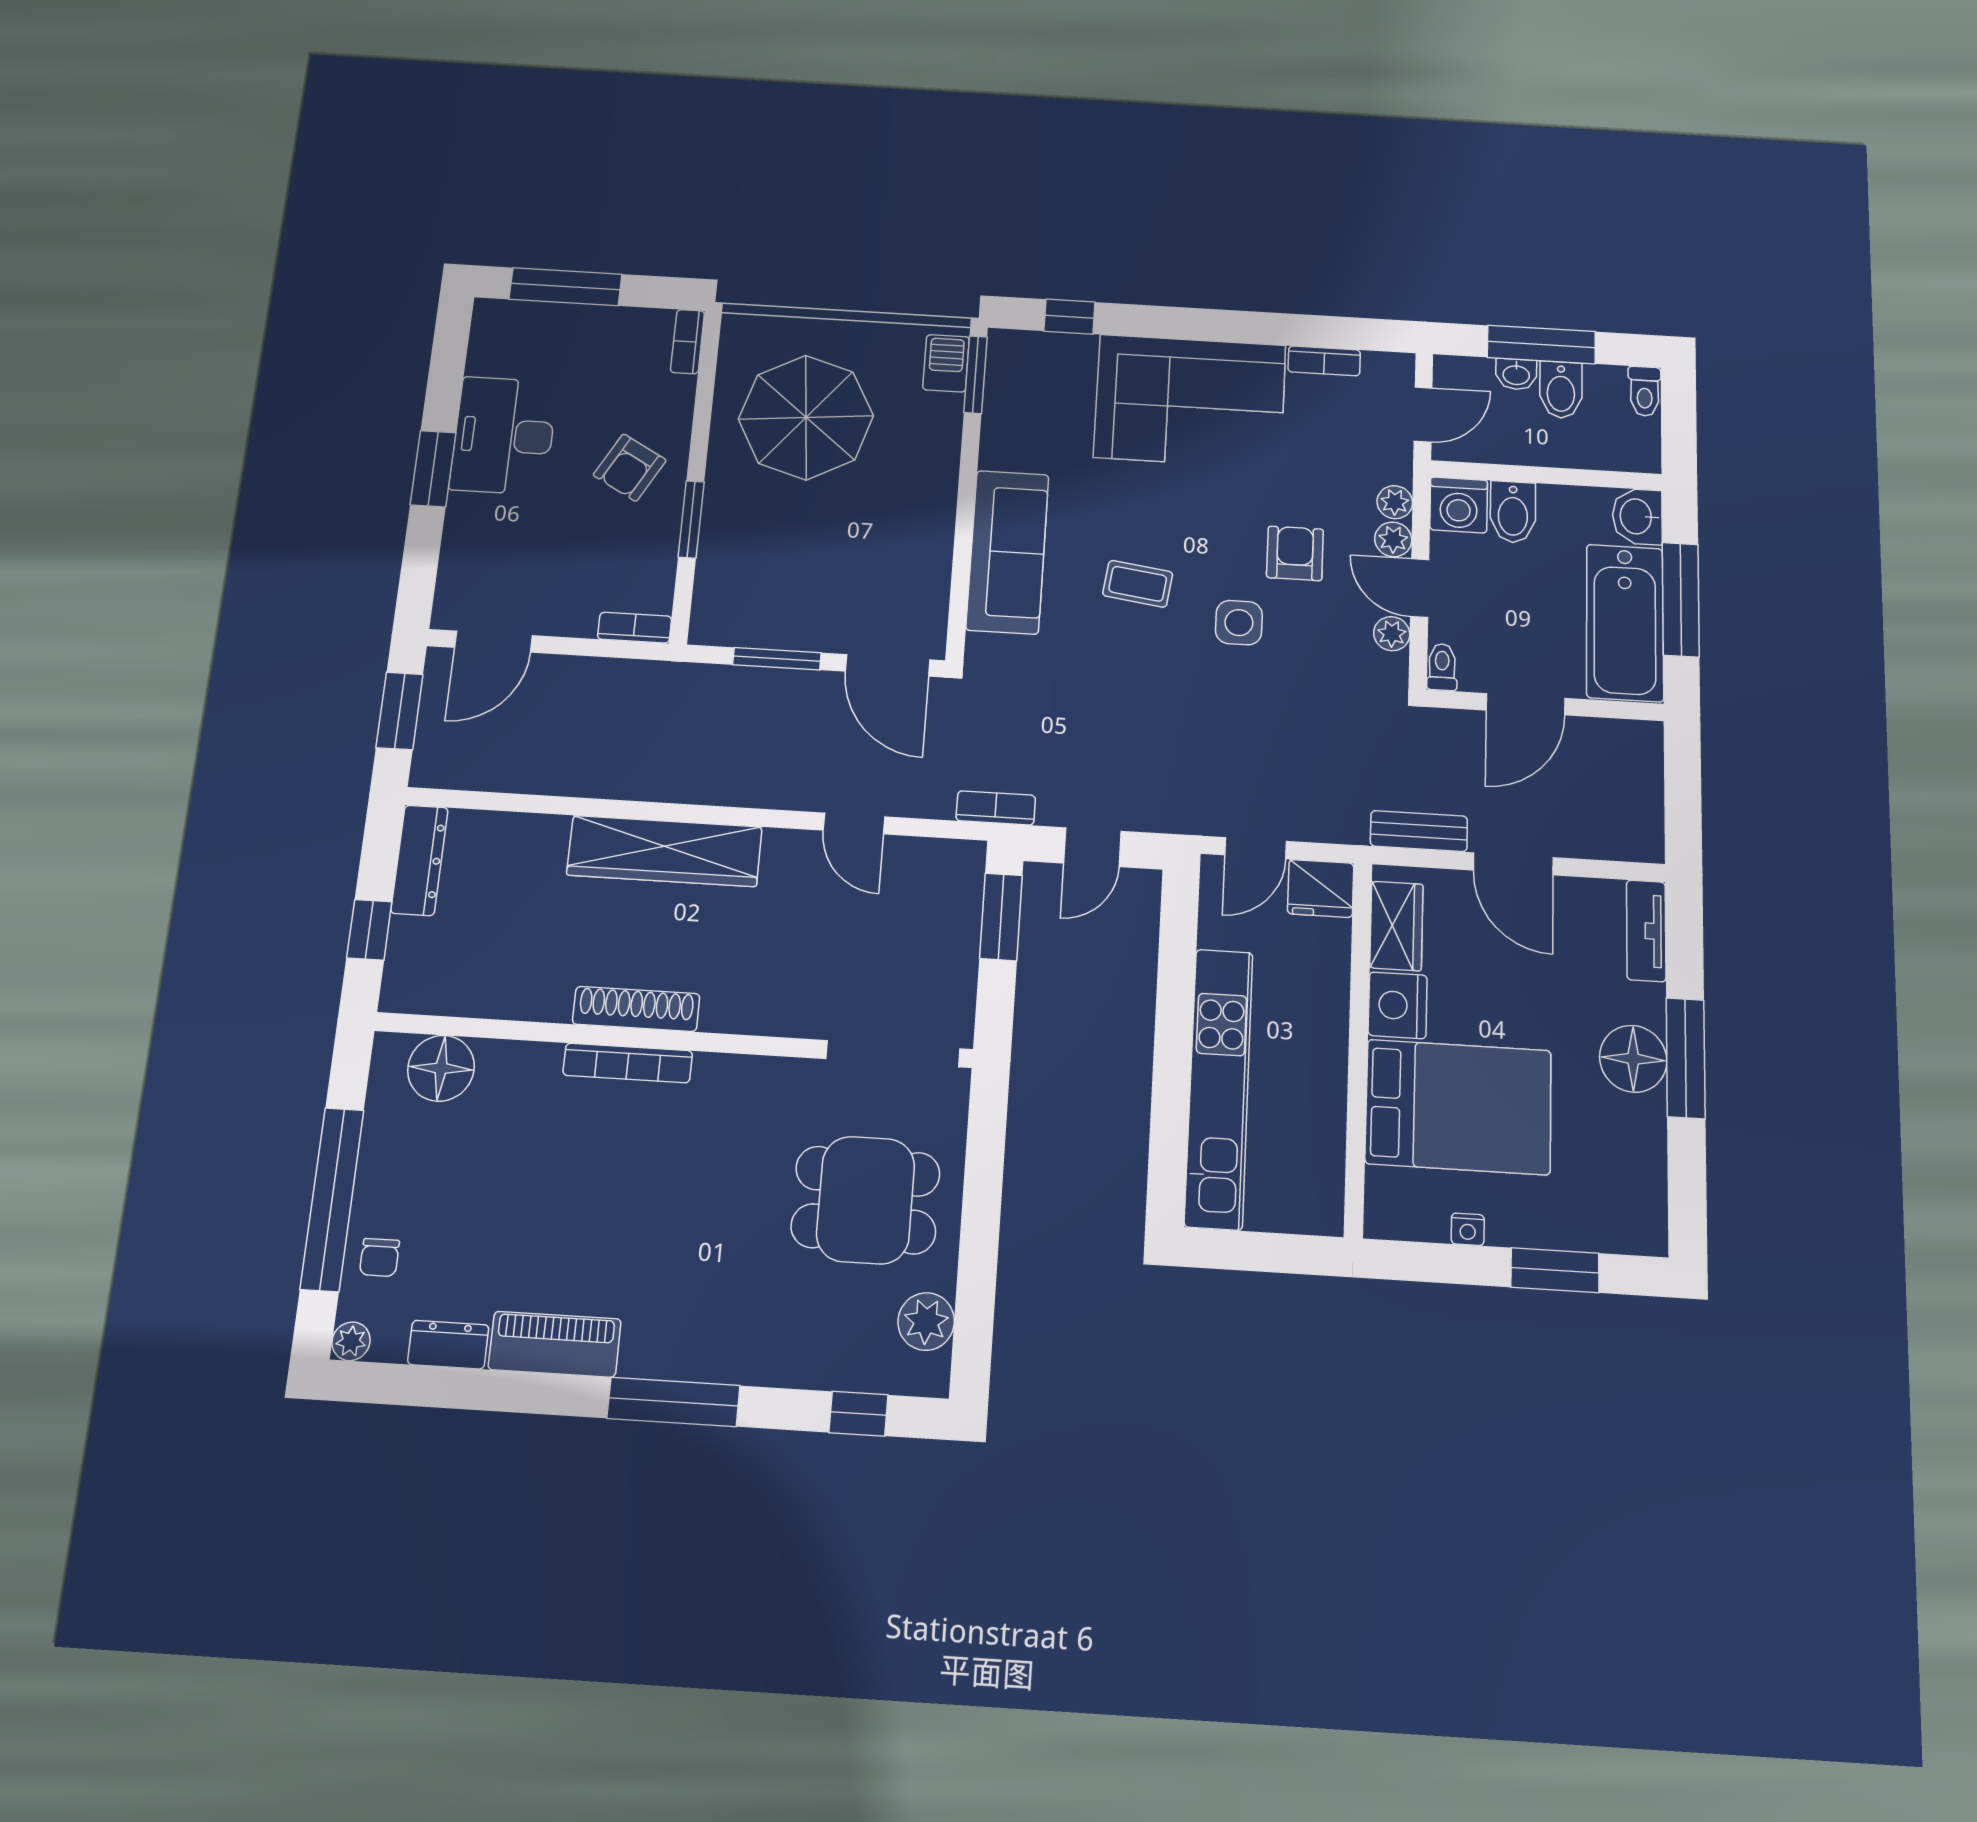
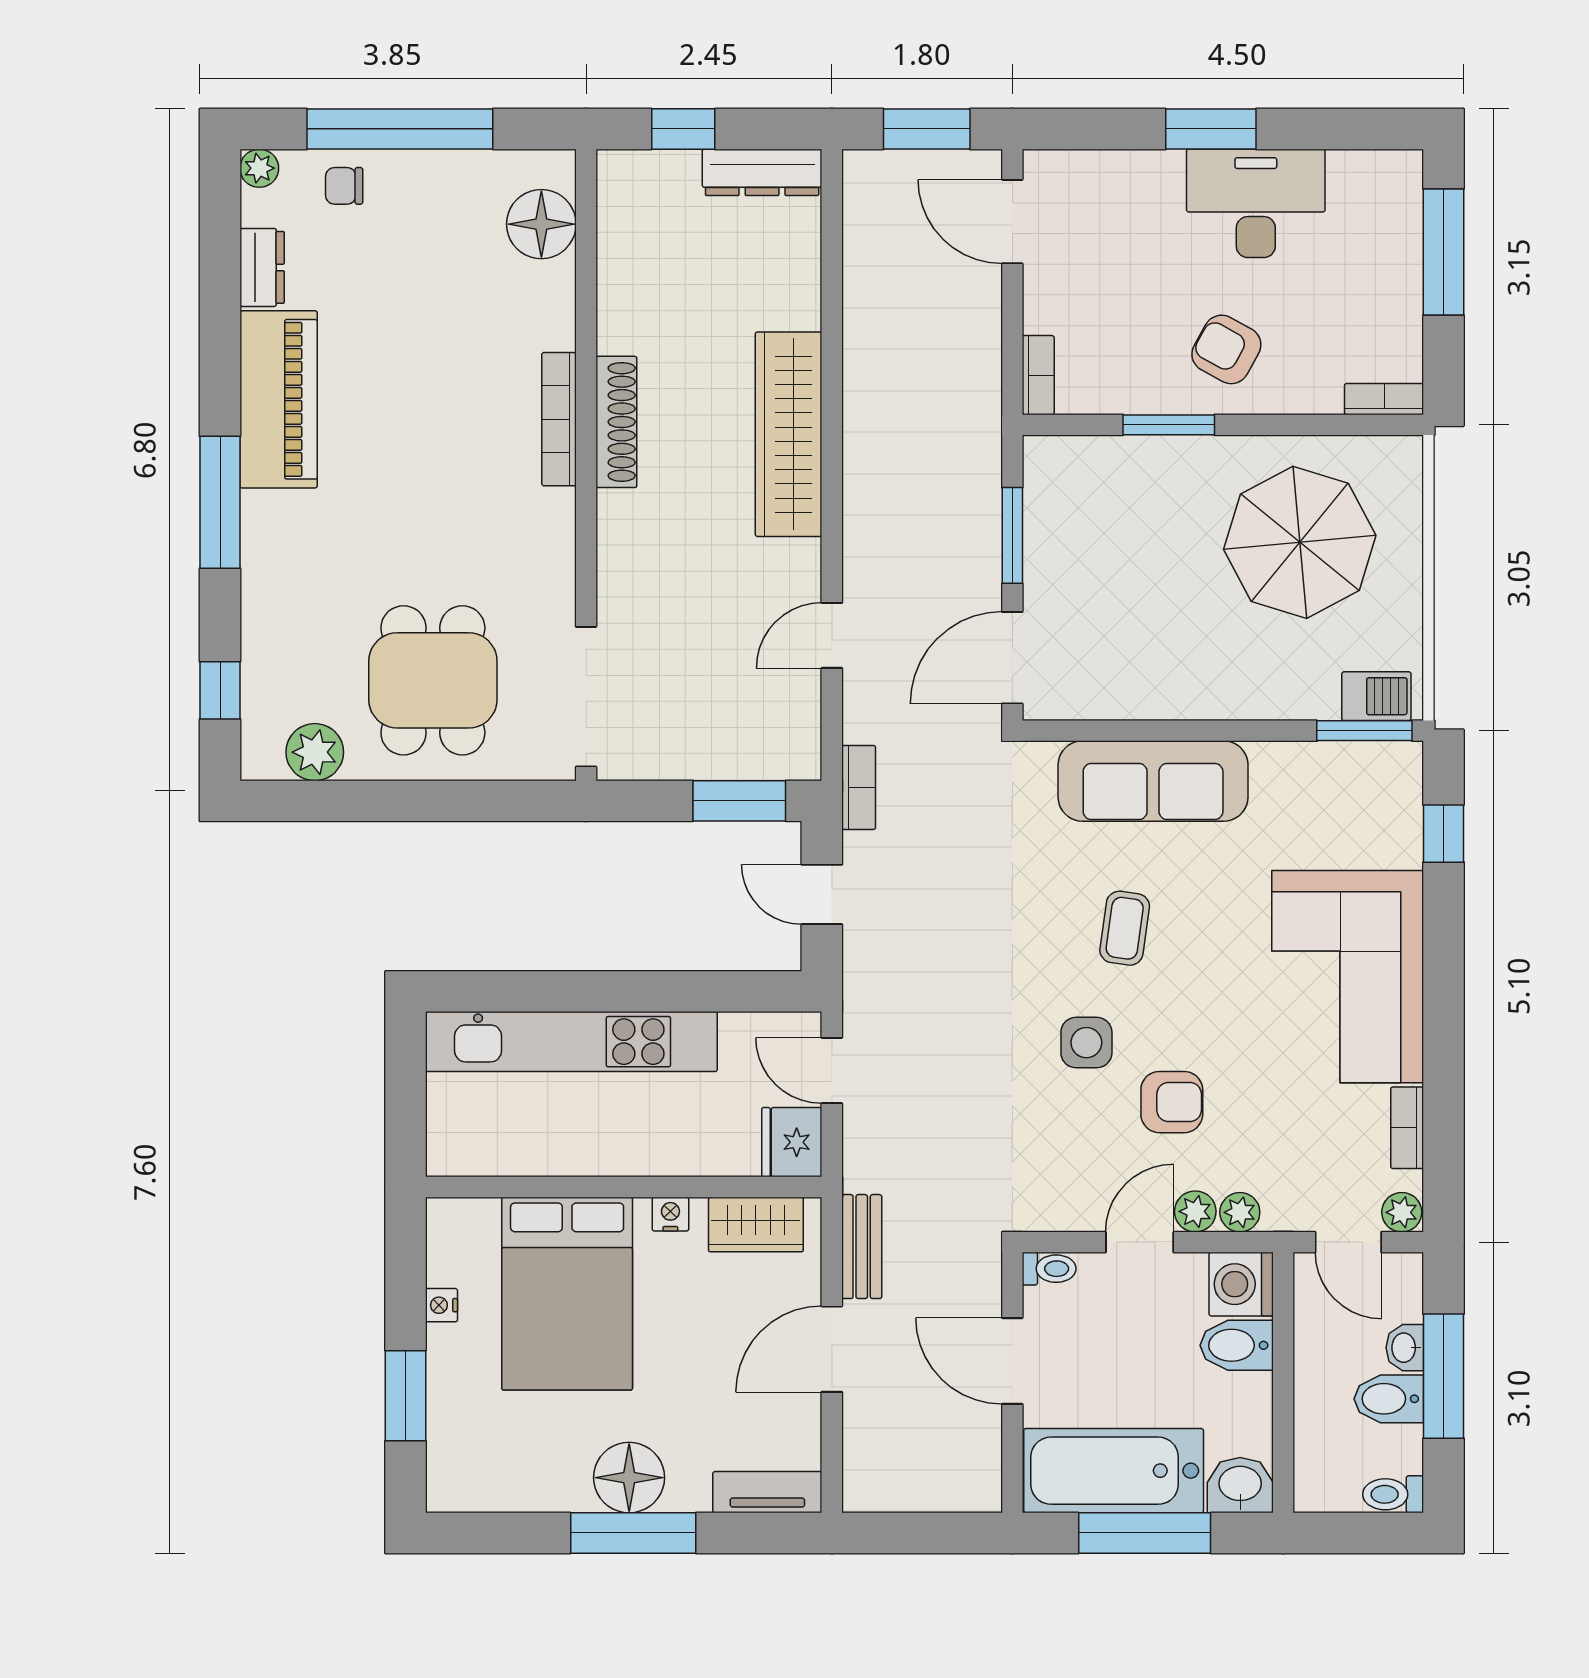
plant: (1392, 634) -> (1402, 1212), moved
nightstand: (1398, 1005) -> (670, 1214), width x0.53, depth x0.56
piano: (555, 1344) -> (279, 399), width x1.37, depth x1.33

